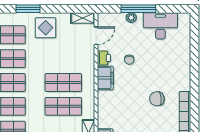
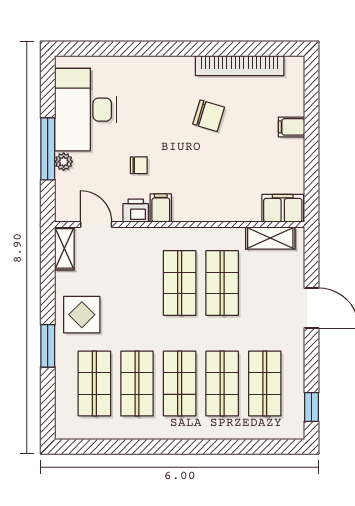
desk: (160, 26) -> (86, 110), width x1.36, depth x1.30
filing cabinet: (105, 78) -> (161, 208), width x0.50
chair: (157, 99) -> (209, 116), turned -67

